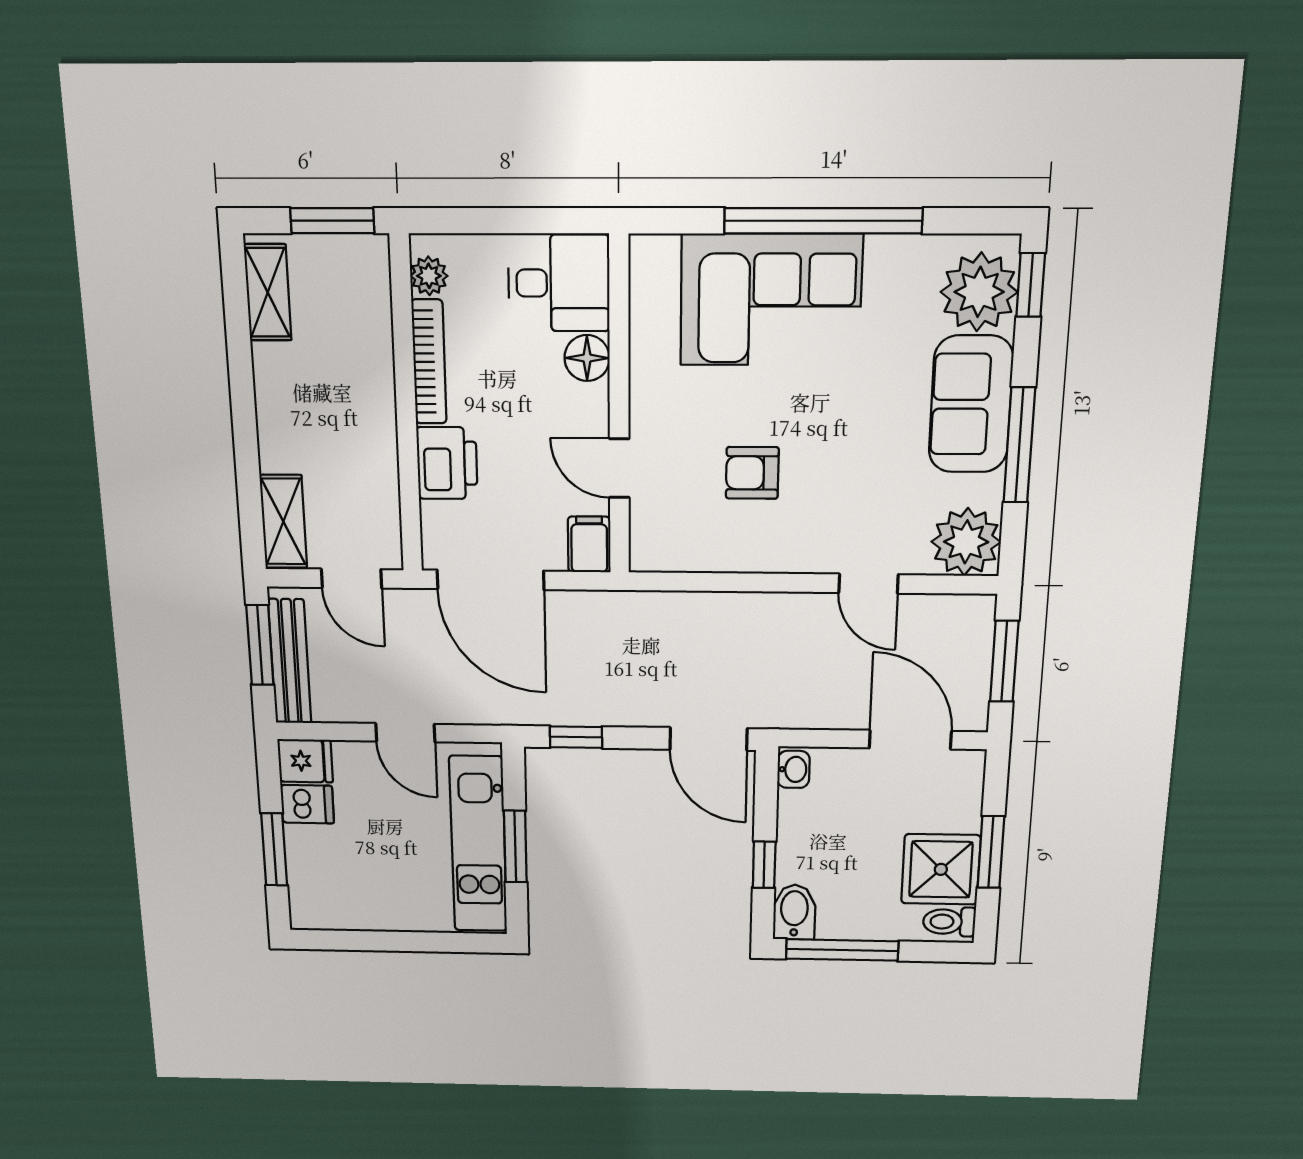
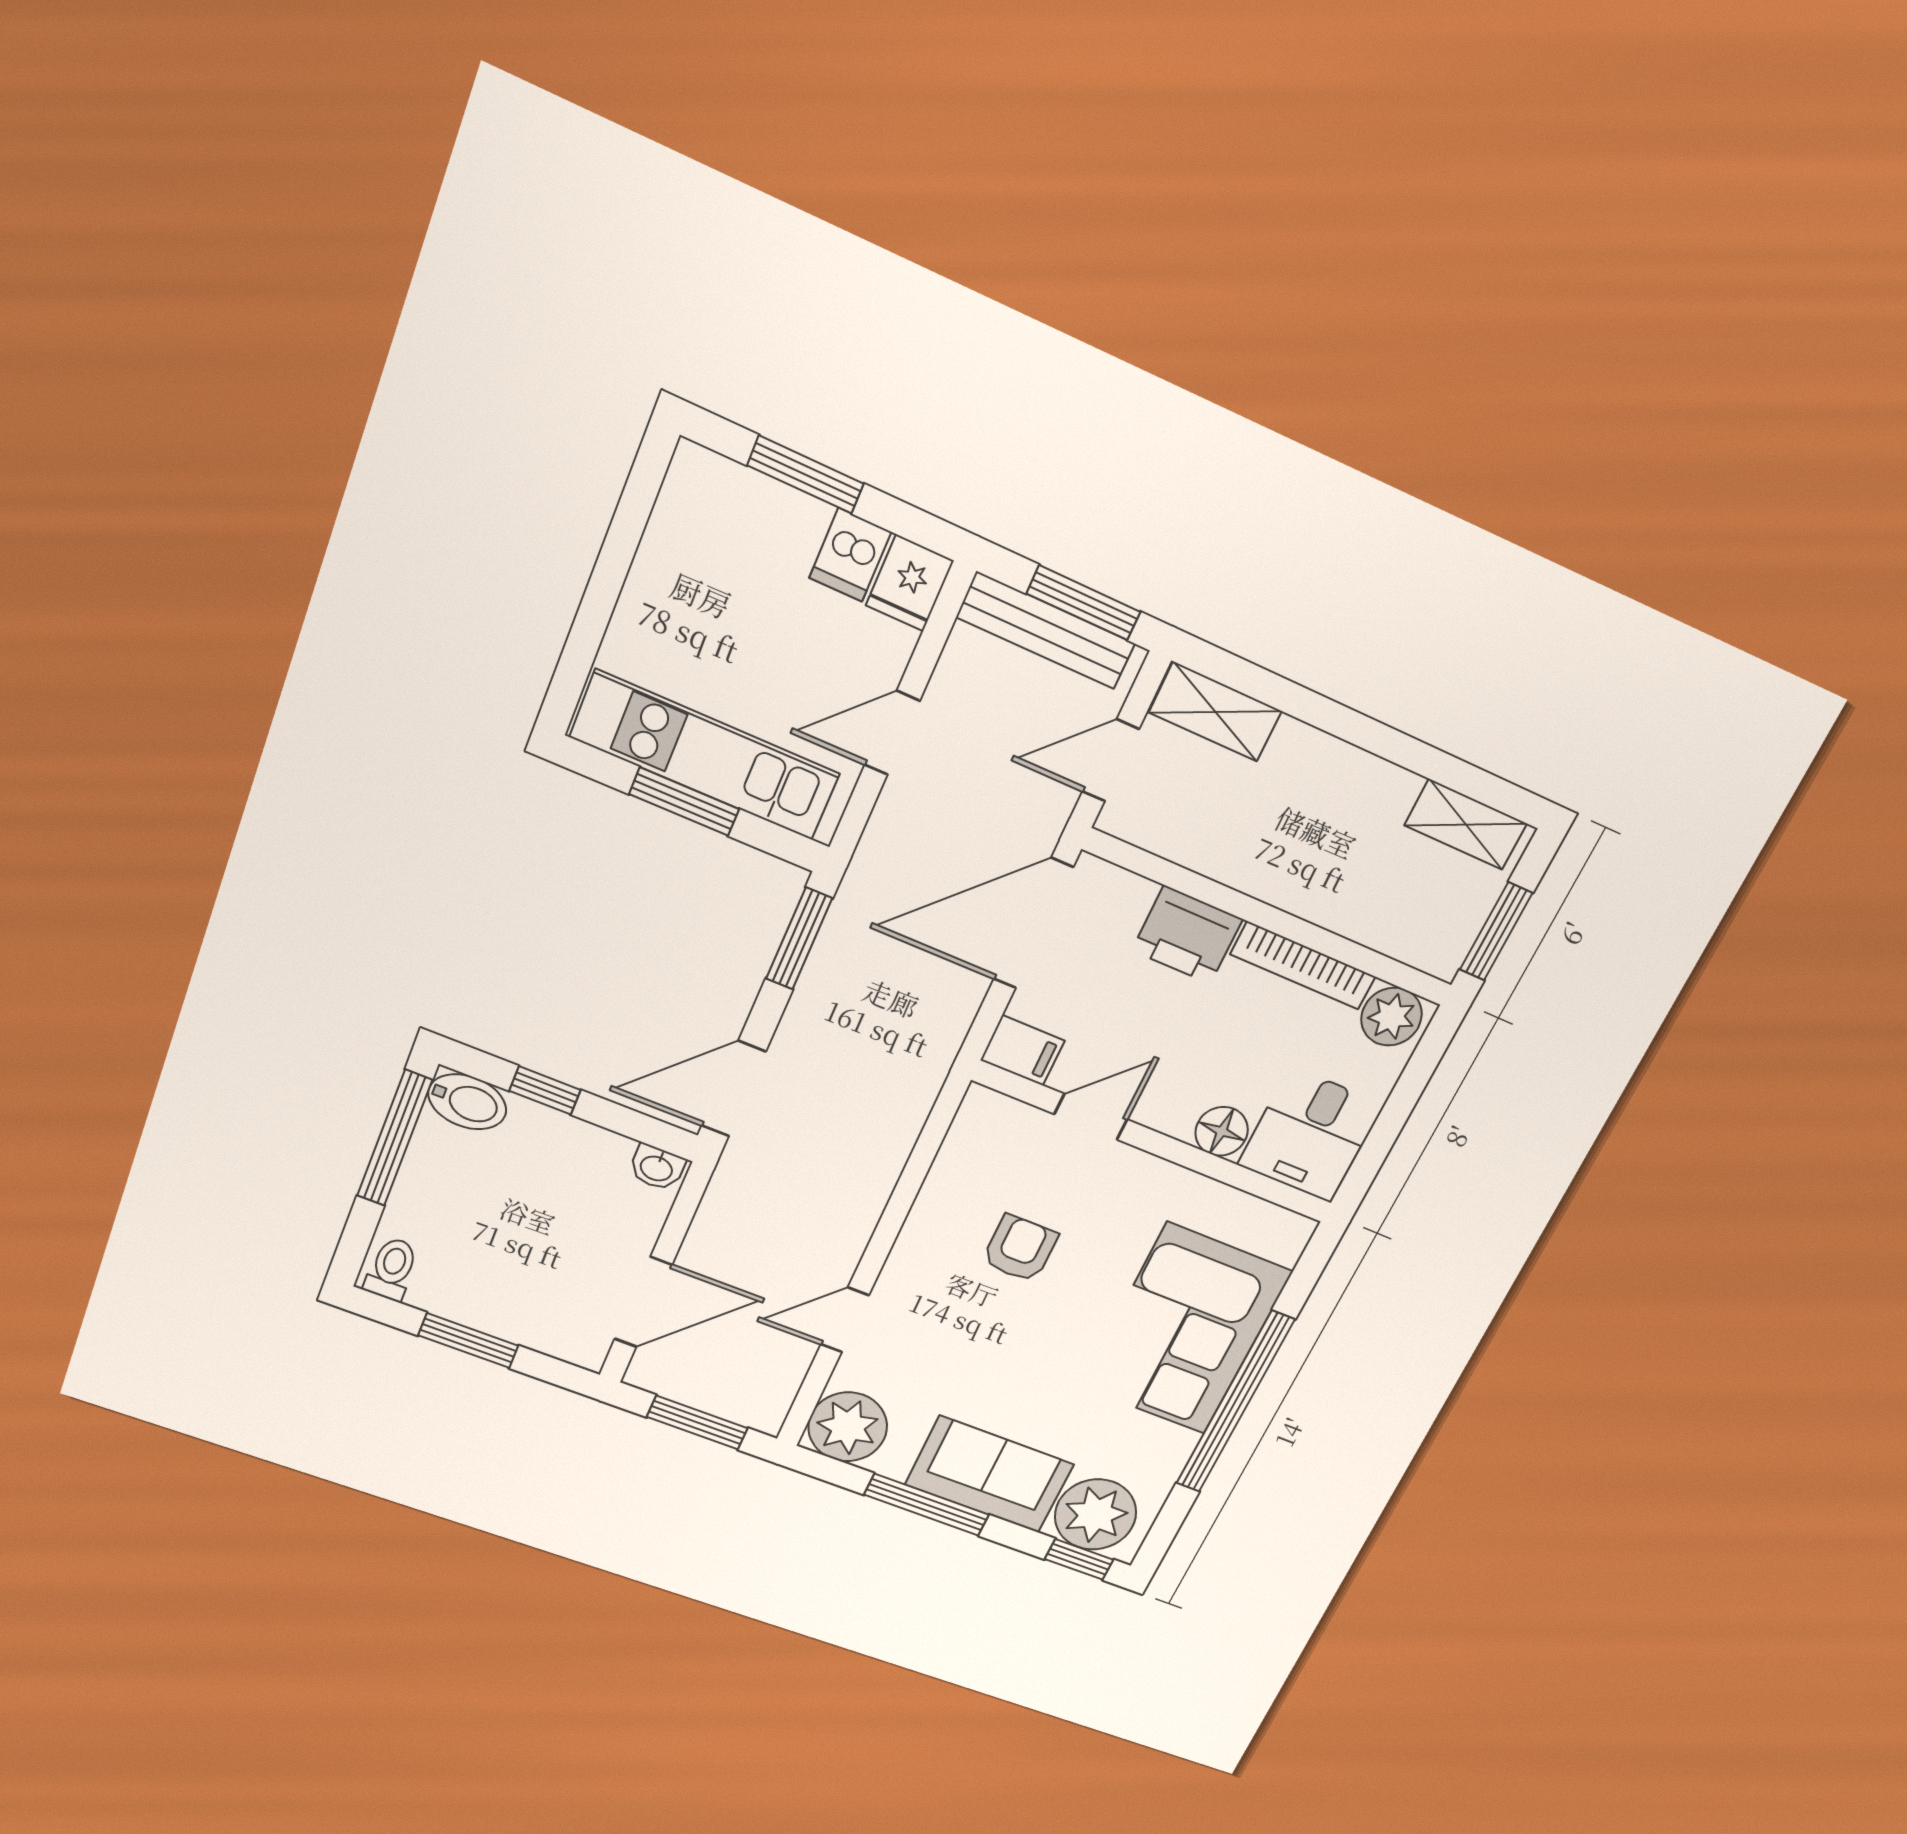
plant: (429, 276) -> (1391, 1017), width x1.38, depth x1.38
window: (576, 737) -> (799, 939), width x1.50
shower: (941, 869) -> (465, 1282), removed

